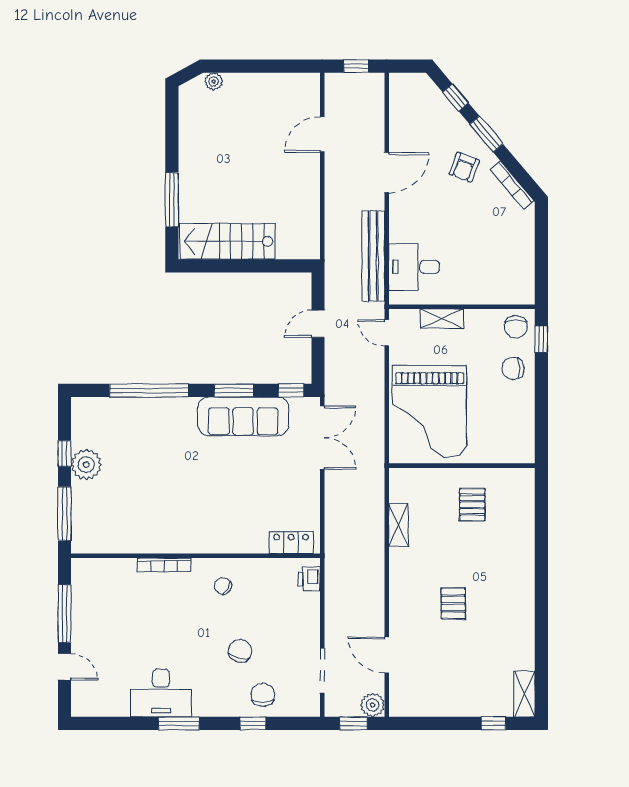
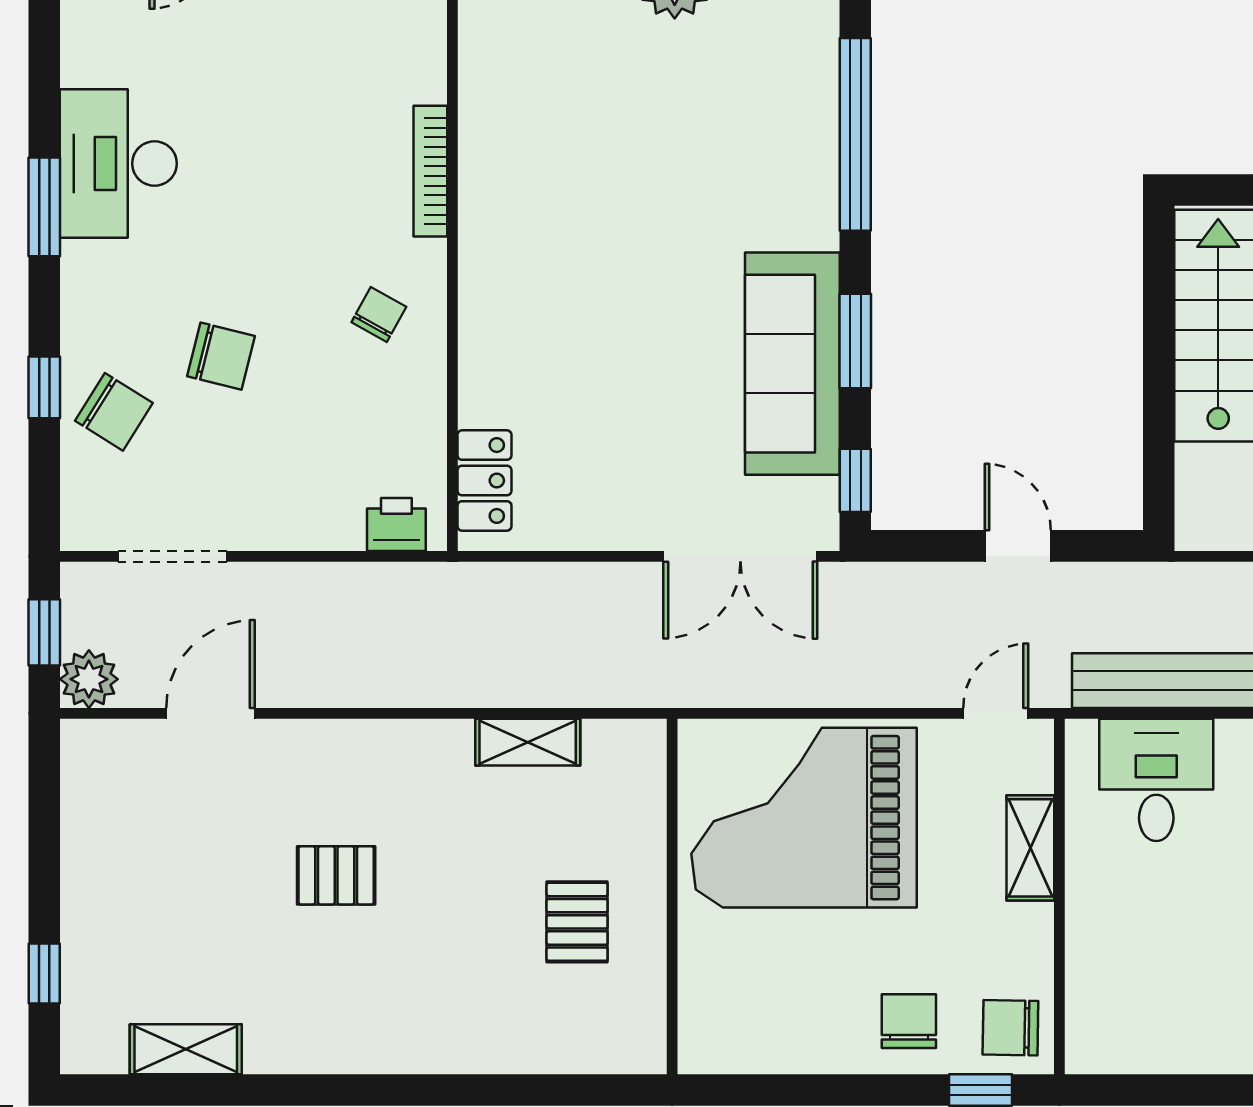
pallet: (472, 505) -> (577, 922), turned 90
shelving: (525, 694) -> (186, 1049), moved
chair: (263, 695) -> (114, 412), turned 32

